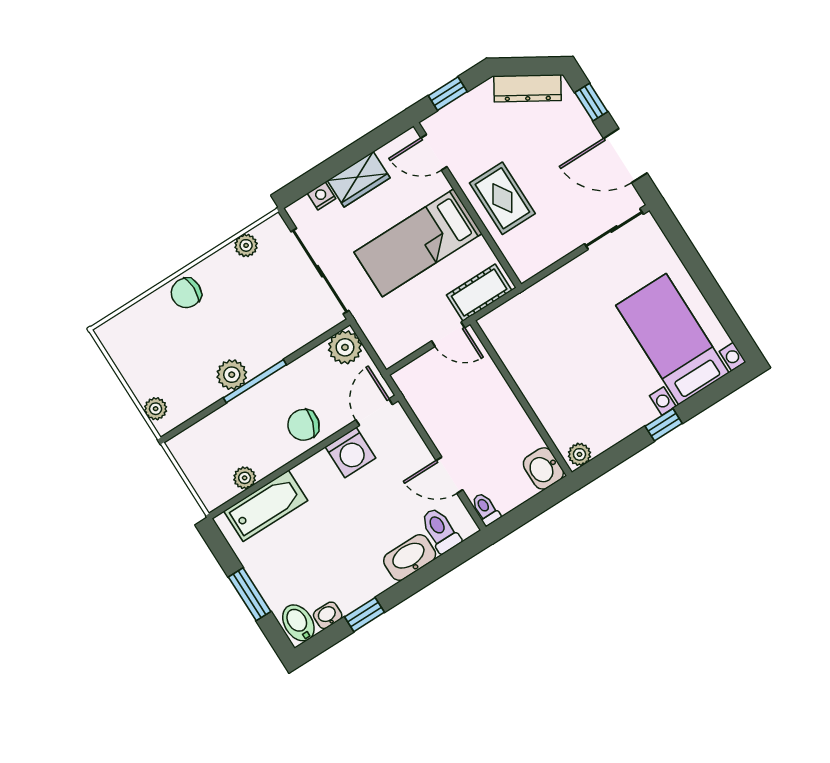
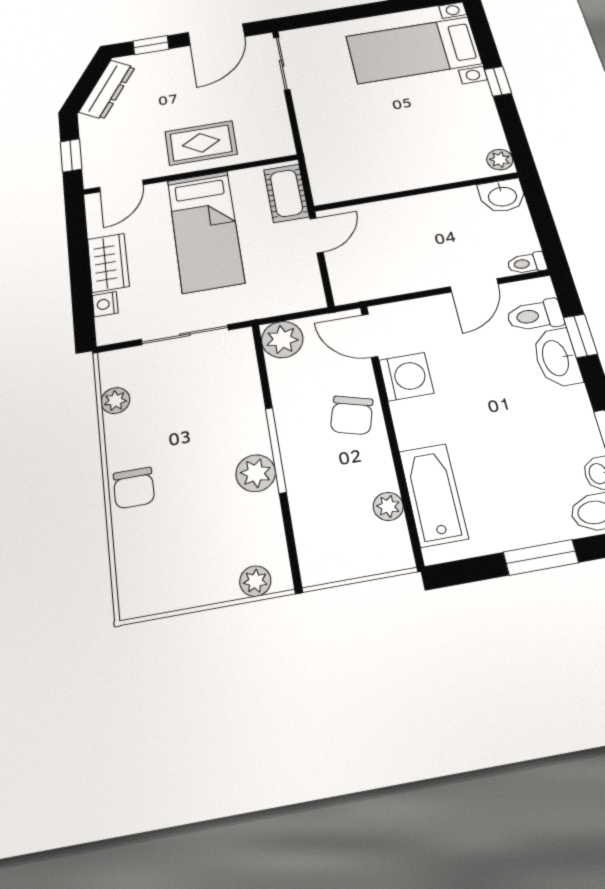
sliding door: (320, 271) -> (185, 335), width x0.73
window: (436, 569) -> (580, 336), added

